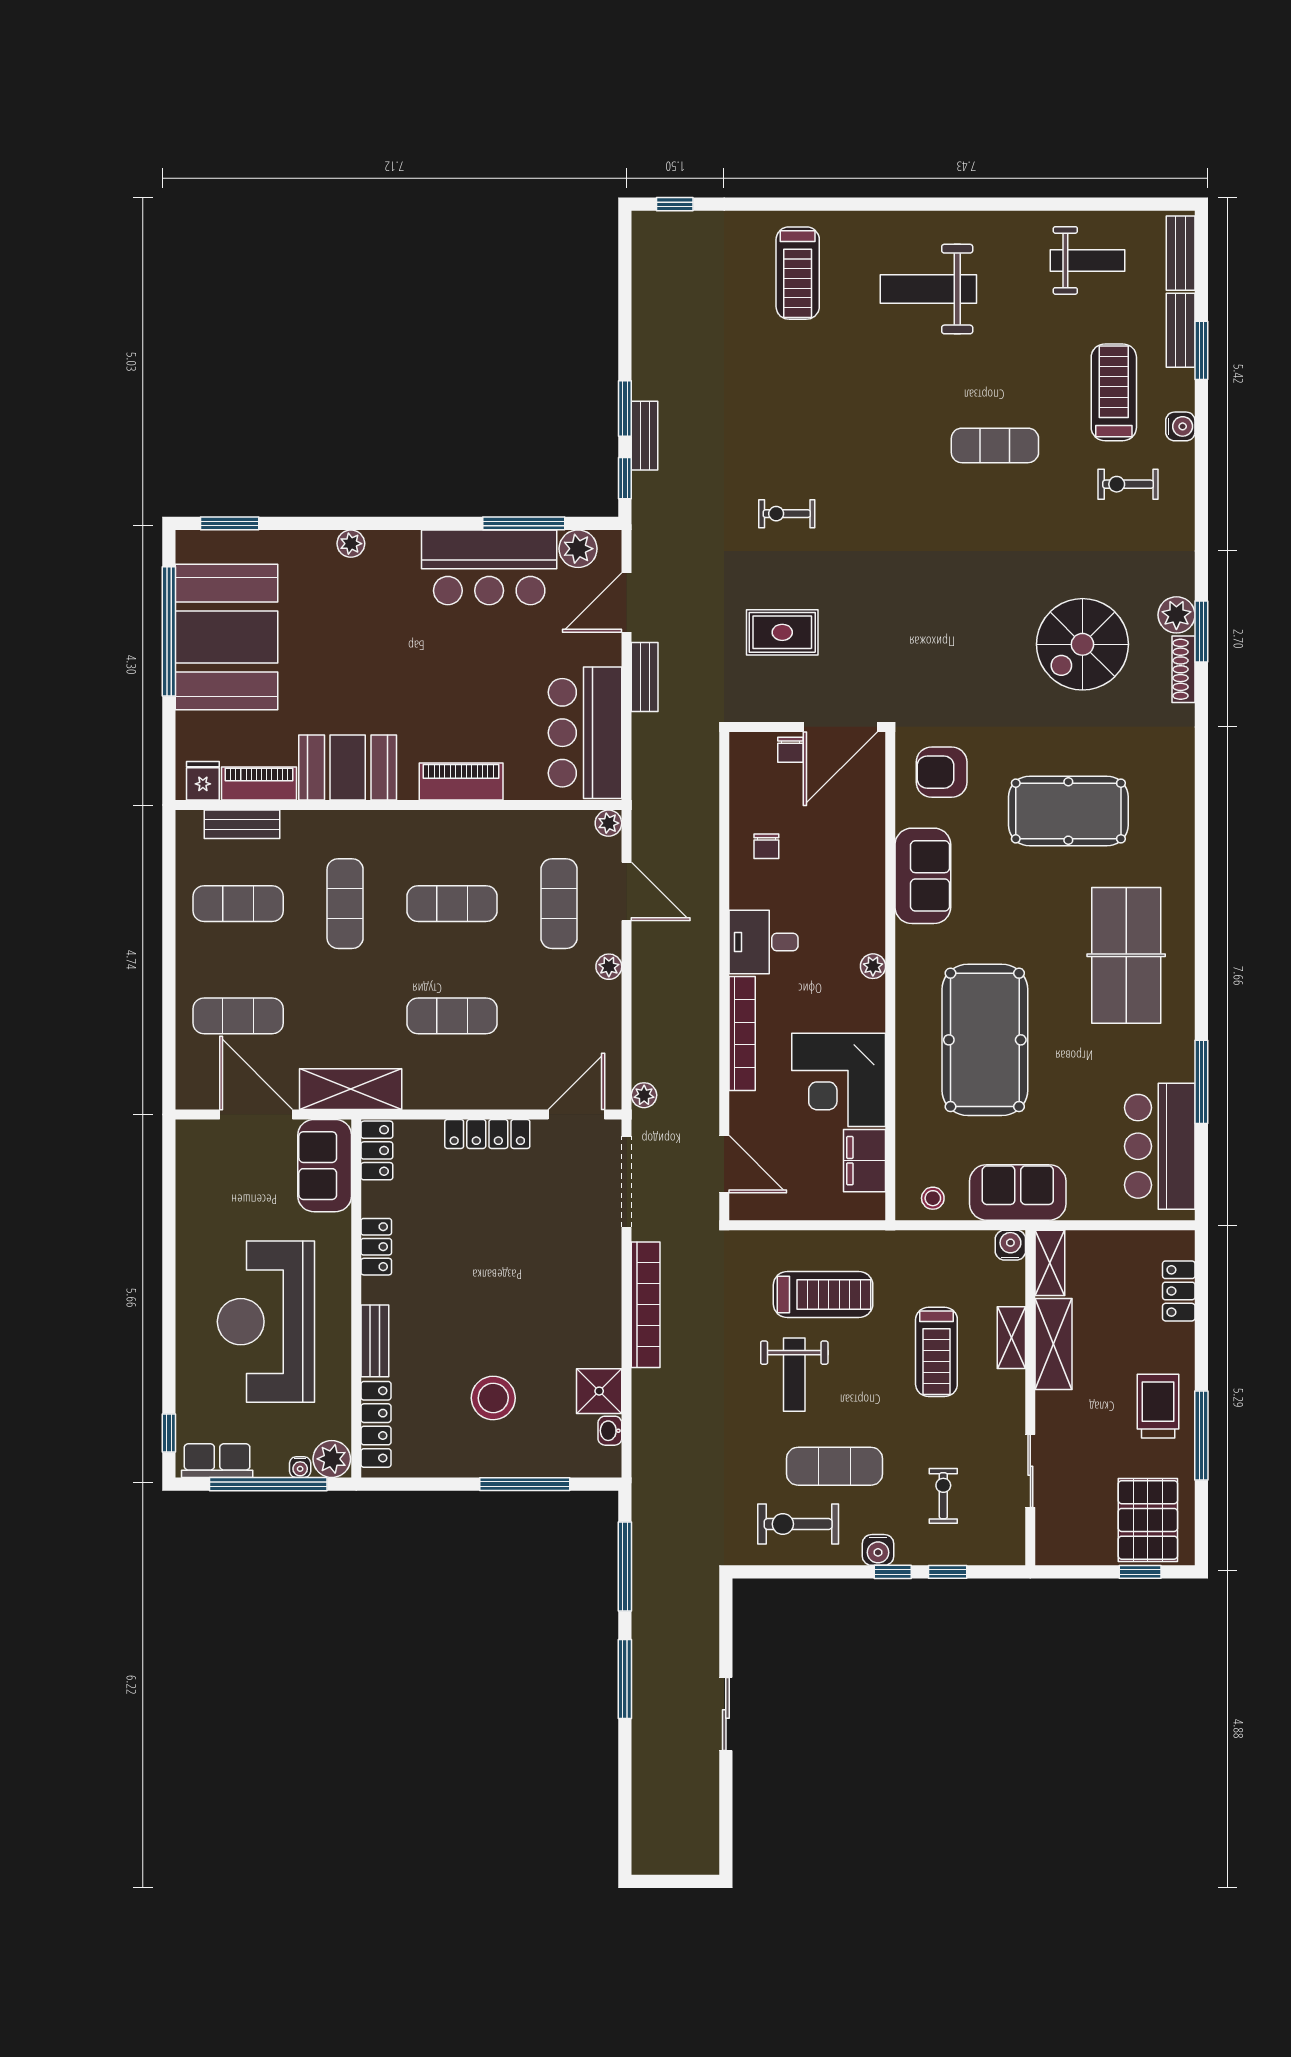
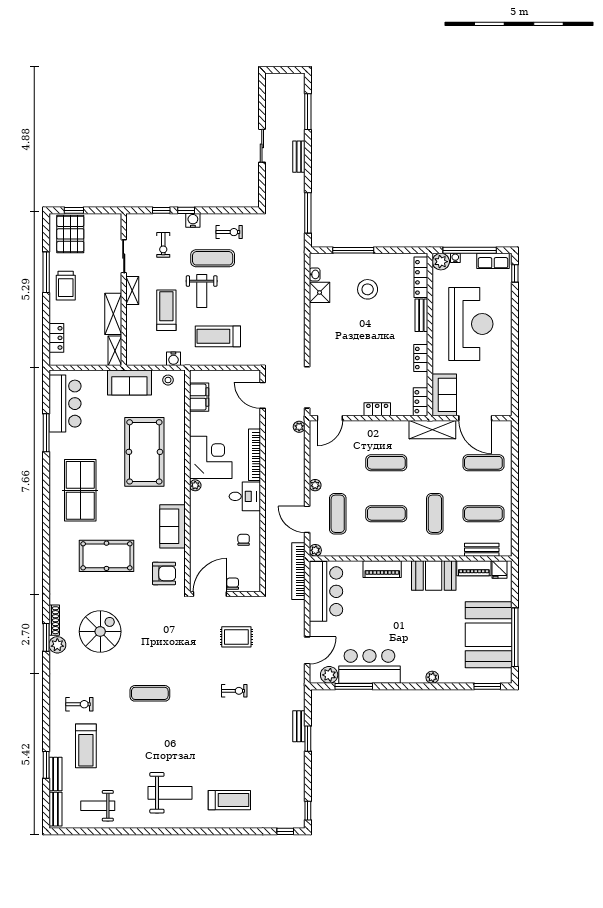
treadmill: (798, 273) -> (229, 800), turned 90
water cooler: (1180, 426) -> (56, 730), removed
exercise mat: (995, 445) -> (150, 693), moved
window: (625, 478) -> (308, 811), moved
bench: (645, 677) -> (299, 157), moved
corner desk: (839, 1080) -> (211, 457), moved
locker: (487, 1134) -> (377, 409), width x0.66
water cooler: (1010, 1245) -> (173, 359), moved
bookcase: (646, 1305) -> (298, 571), moved
shelving: (1011, 1338) -> (132, 291), moved
weight bench: (794, 1375) -> (202, 291), moved, turned 180
exercise bike: (798, 1524) -> (229, 232), width x0.73, depth x0.72
window: (625, 1679) -> (308, 112), moved

